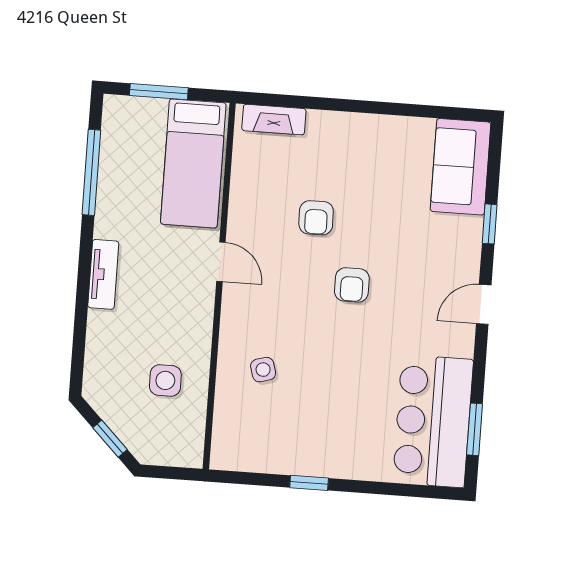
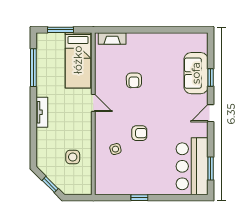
sofa: (461, 167) -> (196, 73), moved
armchair: (352, 285) -> (139, 133), moved, turned -90

